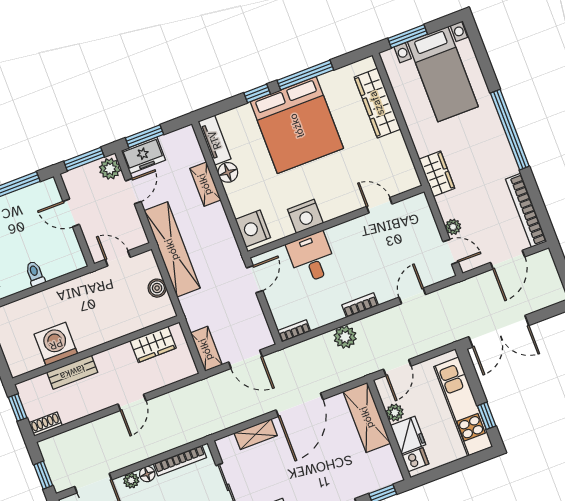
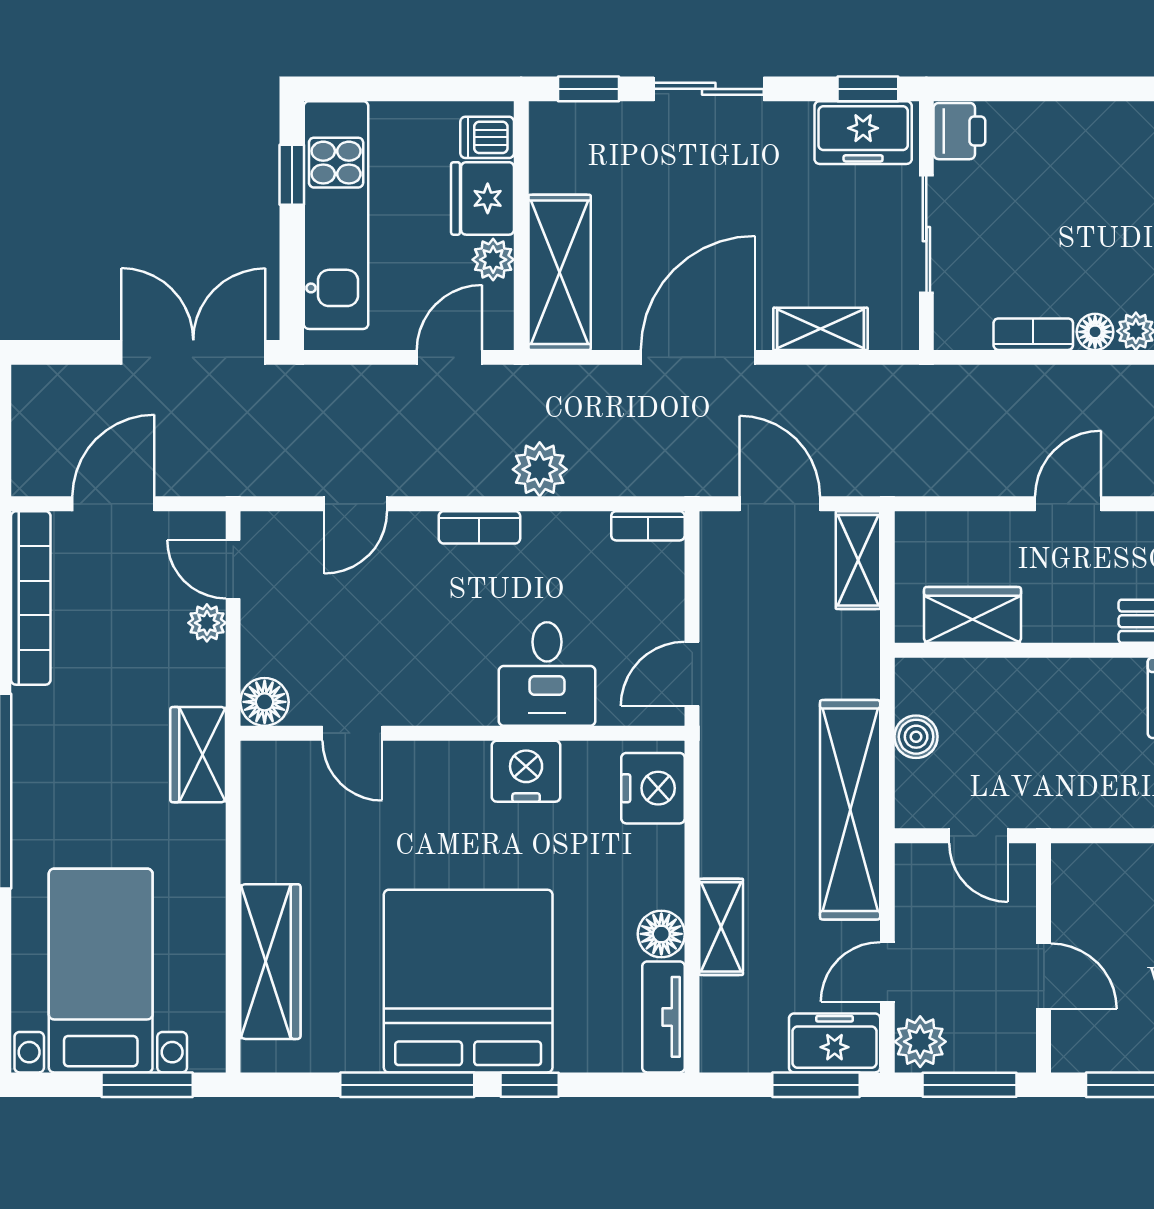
floor lamp: (419, 204) -> (265, 702), added
bookcase: (180, 461) -> (1033, 334), width x0.64

